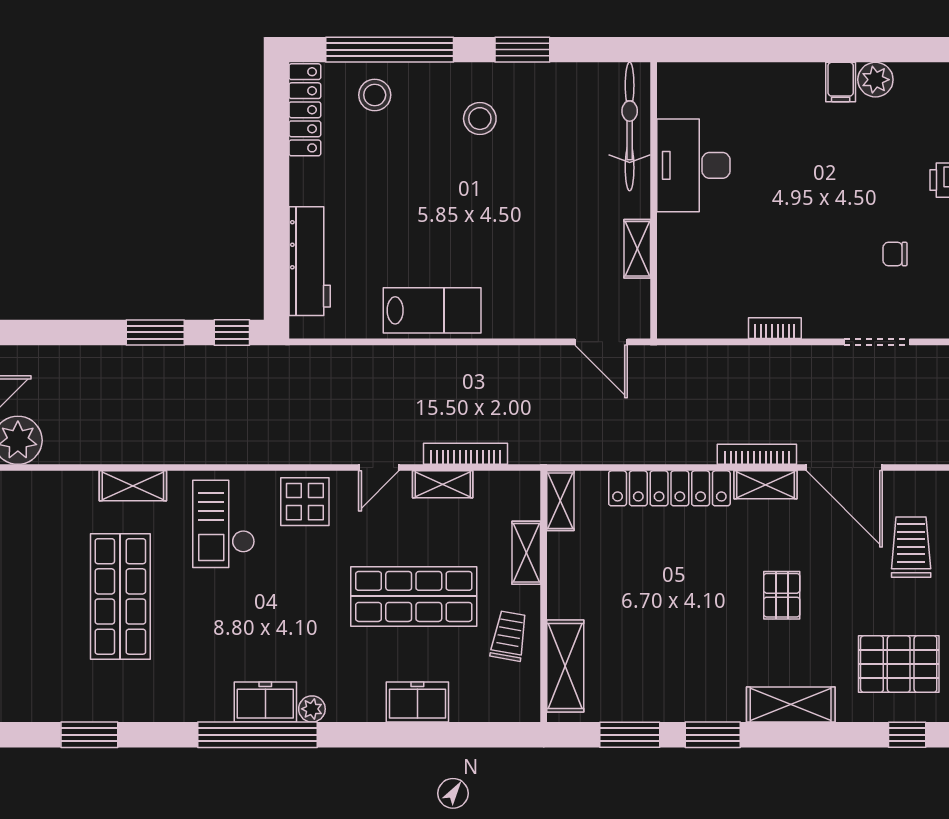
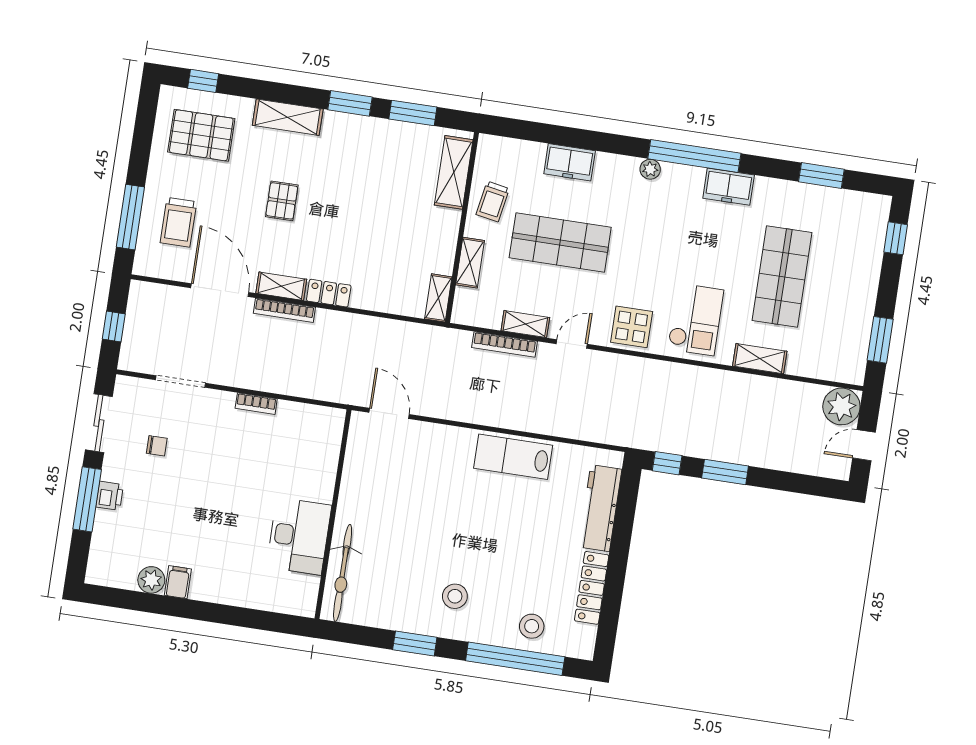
locker: (305, 110) -> (592, 588), moved
shelving: (637, 249) -> (351, 480), removed
locker: (669, 488) -> (329, 293), width x0.46, depth x0.83
freezer: (265, 702) -> (729, 187), moved

